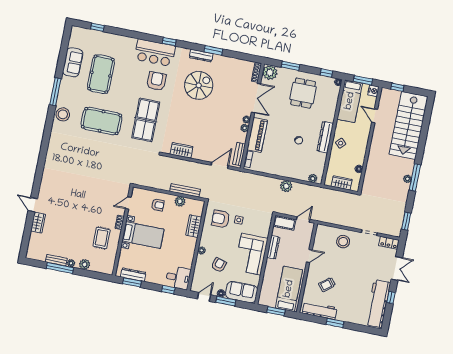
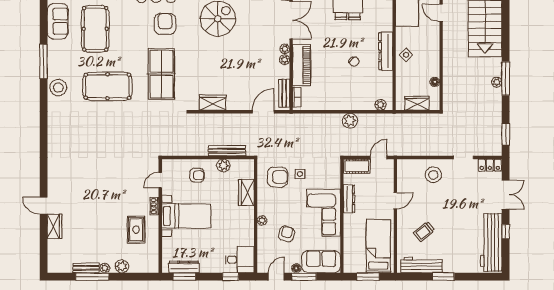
armchair: (221, 219) -> (278, 177), turned 180

